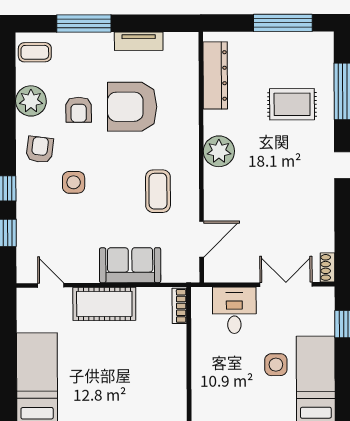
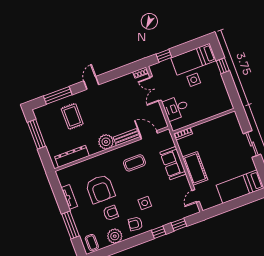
bench: (213, 194) -> (126, 137), added

